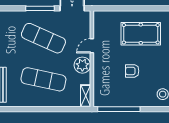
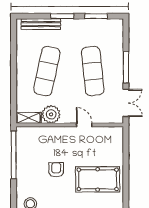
pool table: (141, 34) -> (98, 179), turned 90
exercise mat: (43, 38) -> (93, 71), turned -30
plant: (82, 65) -> (51, 114), moved

